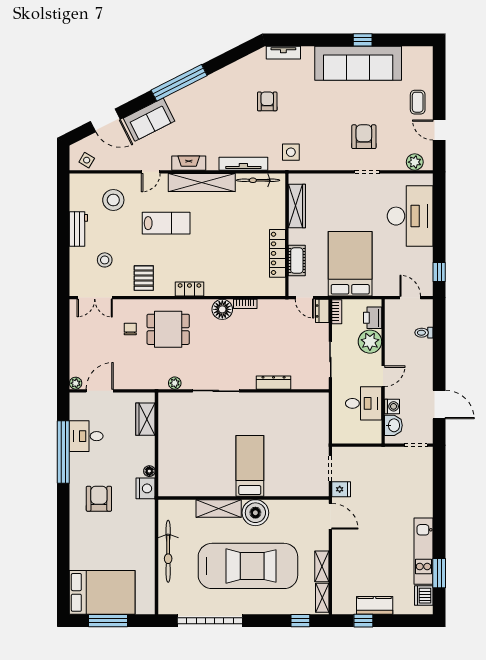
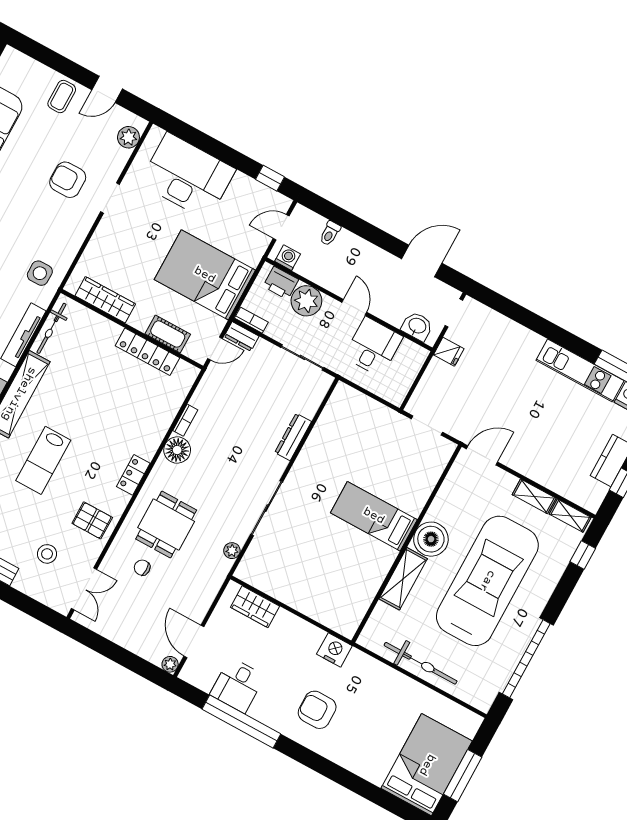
coffee table: (418, 102) -> (62, 96), turned 90
lab bench: (166, 223) -> (43, 460), turned 180
washing machine: (392, 406) -> (288, 258), moved
floor lamp: (149, 471) -> (317, 635), removed
fridge: (341, 489) -> (449, 352), moved, turned 90

